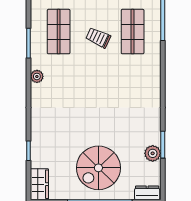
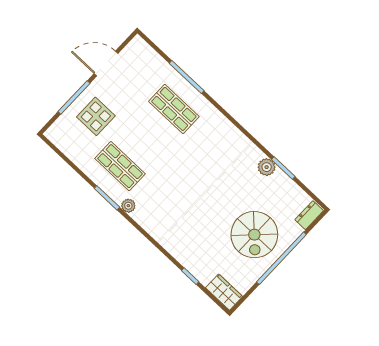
trolley: (98, 38) -> (154, 140), removed
plant: (37, 76) -> (128, 206), moved
plant: (153, 153) -> (267, 167), moved

